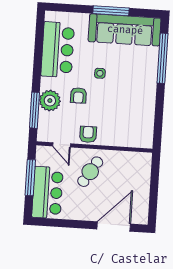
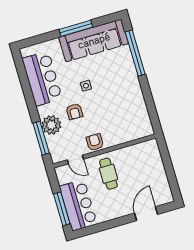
cafe table: (90, 172) -> (108, 174), turned -32
window: (30, 178) -> (62, 209), moved
door: (114, 227) -> (146, 214), width x0.73

